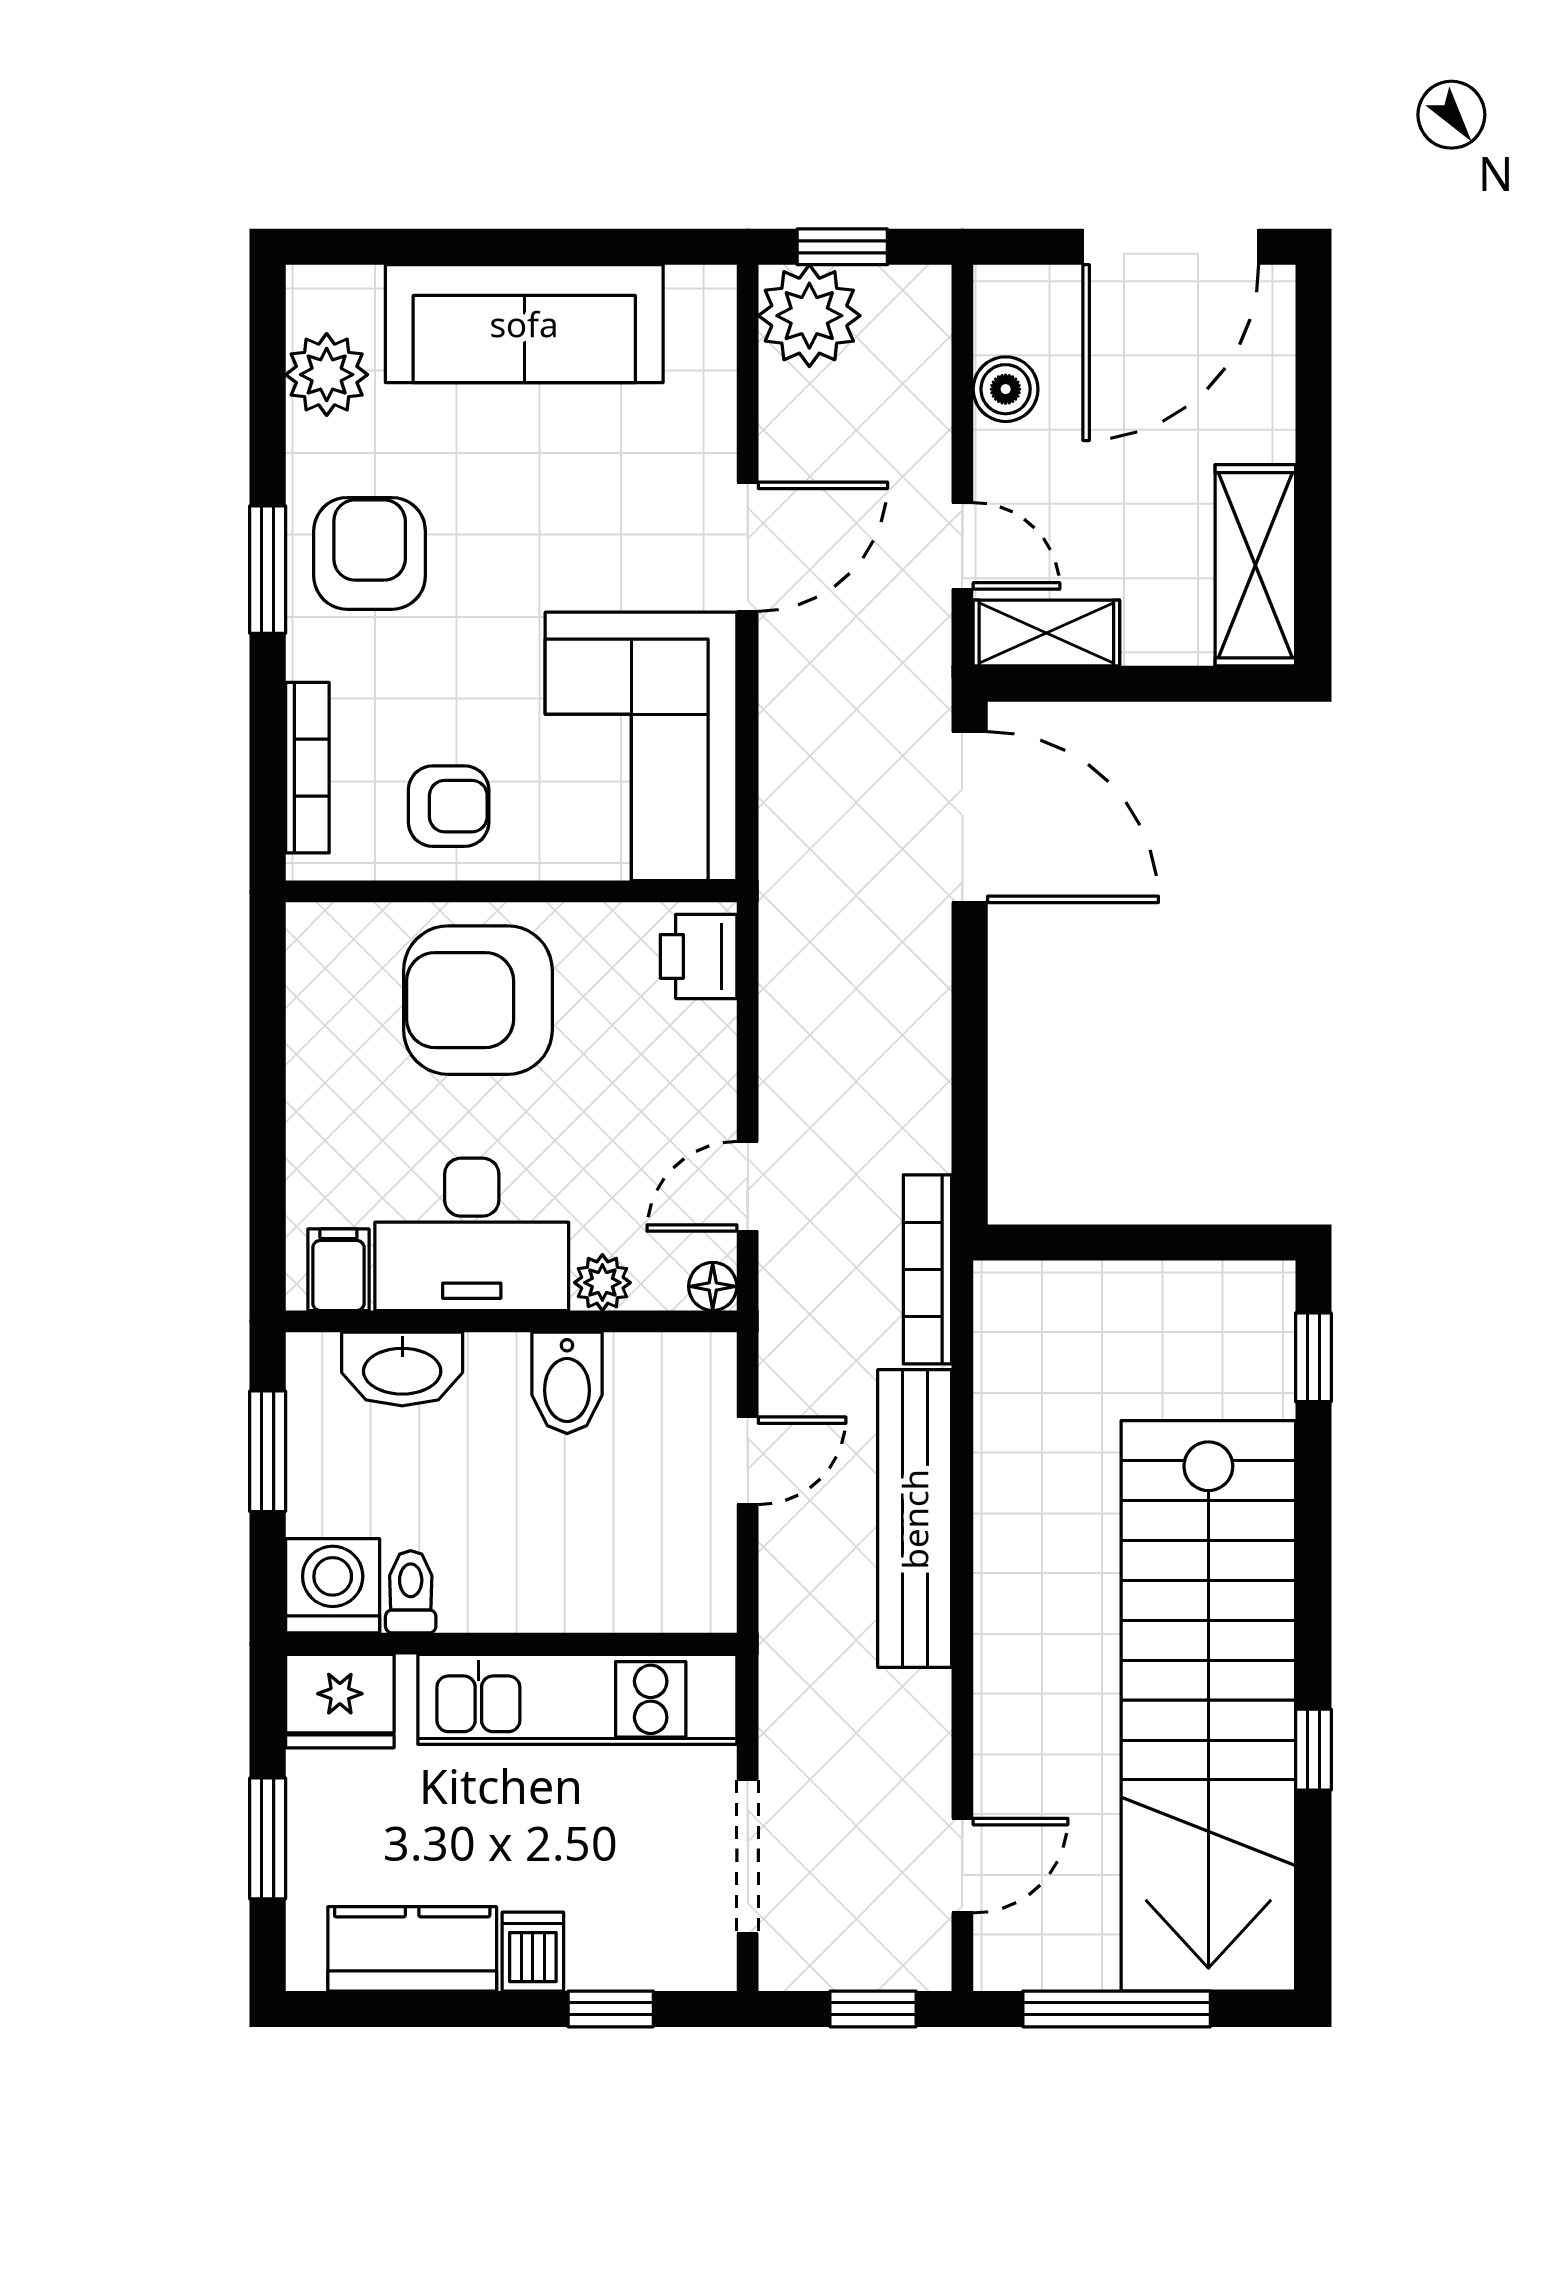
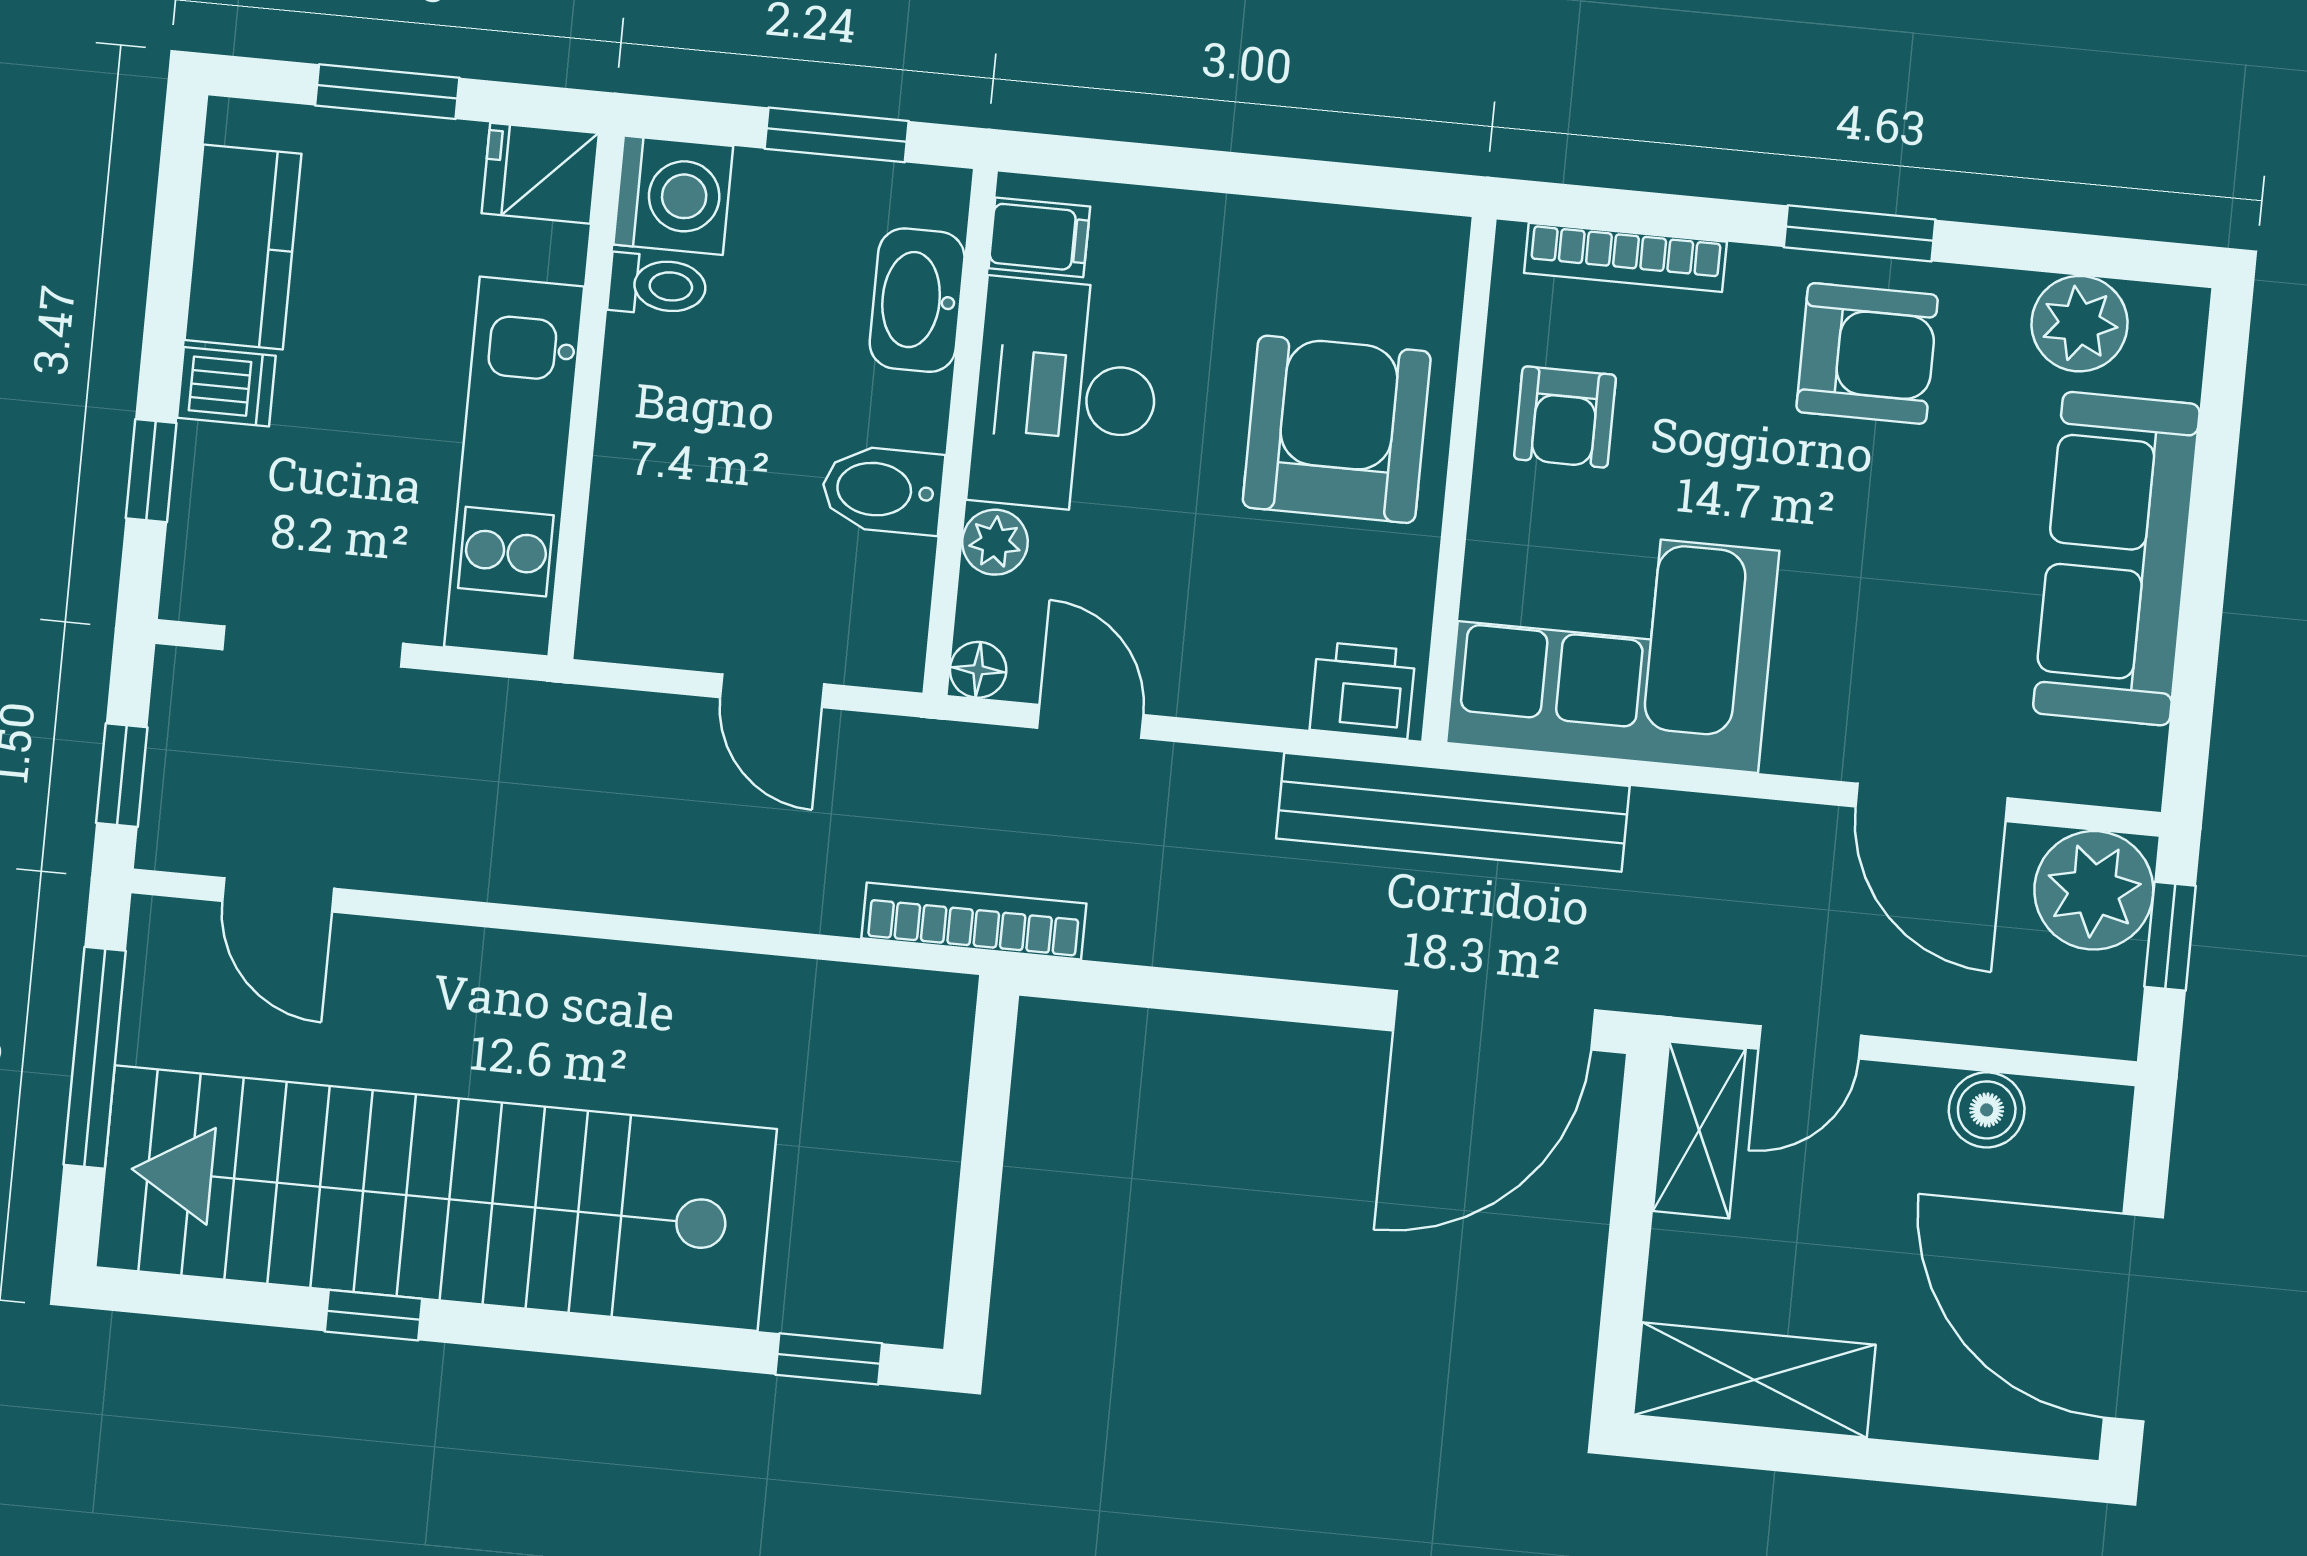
door: (748, 547) -> (1932, 802), moved
bench: (915, 1519) -> (1453, 812), moved
fridge: (340, 1701) -> (540, 173), width x0.72

